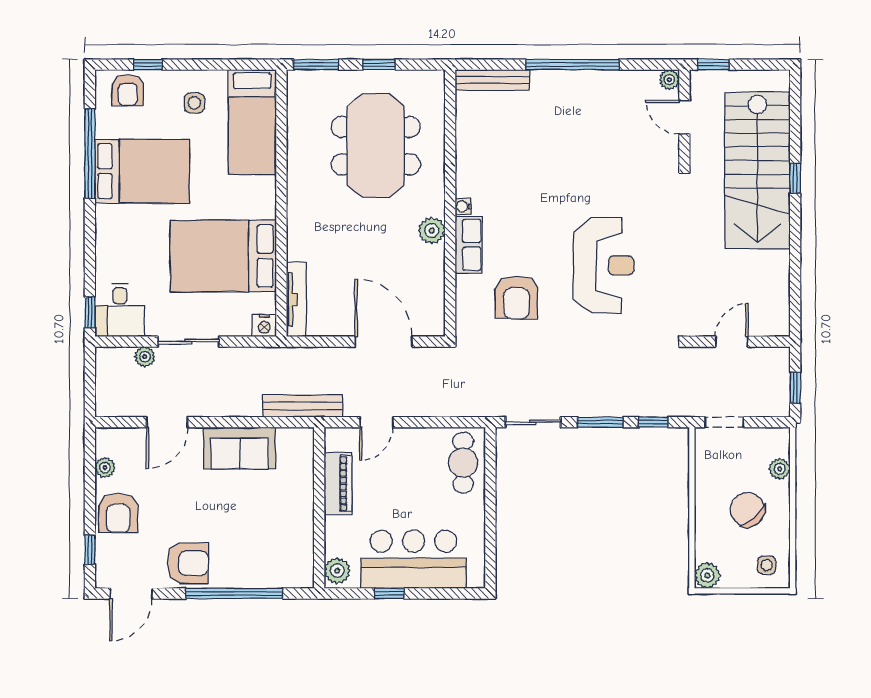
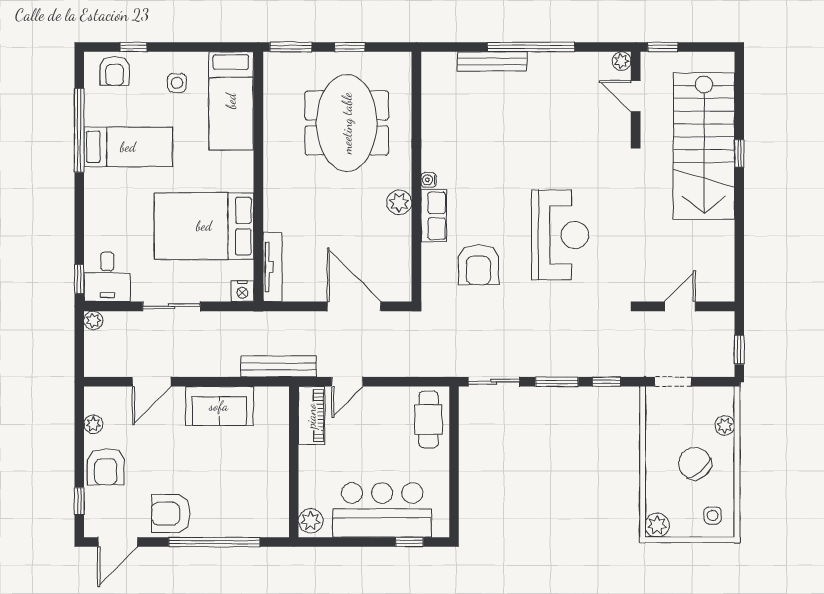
bench: (492, 80) -> (492, 61), moved
bed: (142, 171) -> (128, 147), width x0.67
plant: (145, 357) -> (93, 320), moved
piano: (338, 484) -> (311, 416), moved
armchair: (188, 563) -> (171, 514), turned 180
window: (389, 593) -> (409, 542), moved

